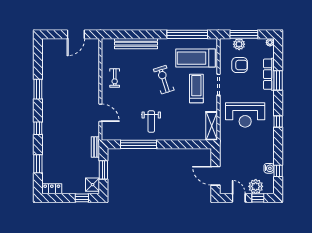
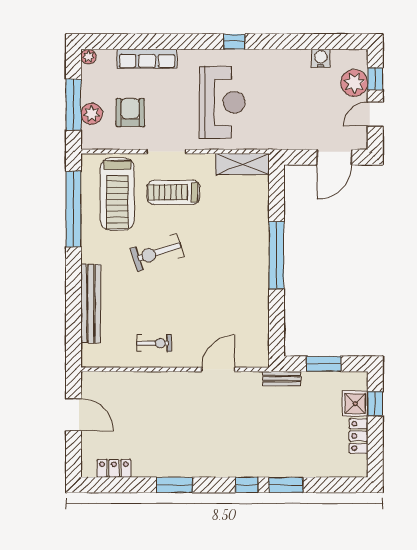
locker: (47, 56) -> (114, 468), added
window: (278, 80) -> (158, 42), removed
weight bench: (151, 122) -> (234, 276), removed
window: (138, 144) -> (276, 255), moved
window: (38, 164) -> (286, 485), moved
window: (278, 171) -> (325, 42), removed
shower: (93, 185) -> (355, 404), moved
locker: (52, 189) -> (359, 436), moved

